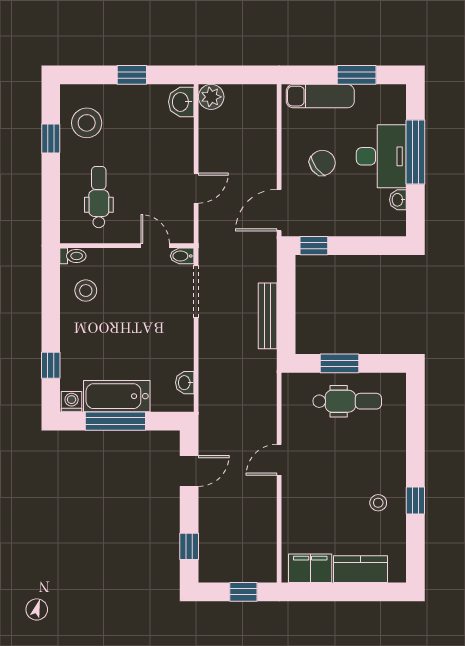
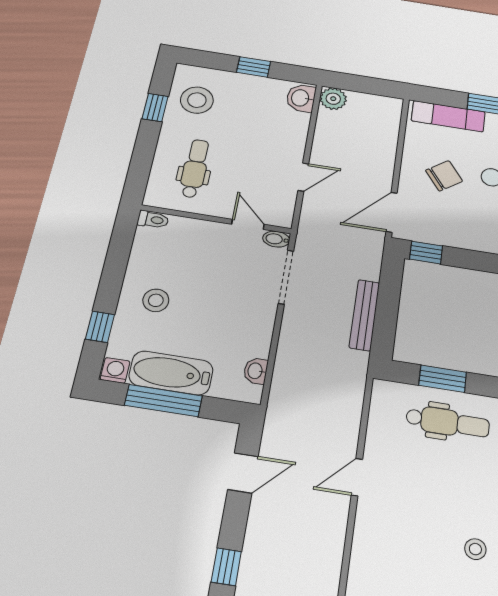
stool: (86, 291) -> (156, 300), moved

